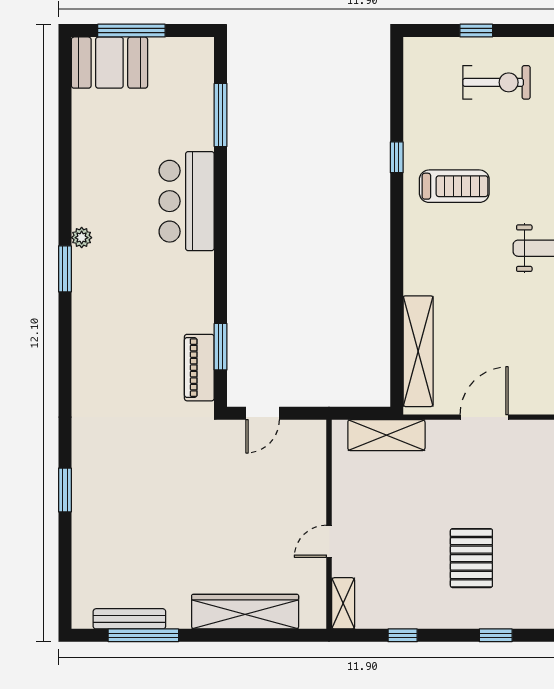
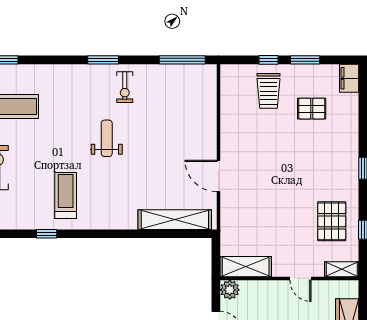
plant: (312, 434) -> (230, 290), added
shelving: (386, 435) -> (246, 267), moved, turned 90
pallet: (471, 558) -> (332, 221), moved, turned 90

